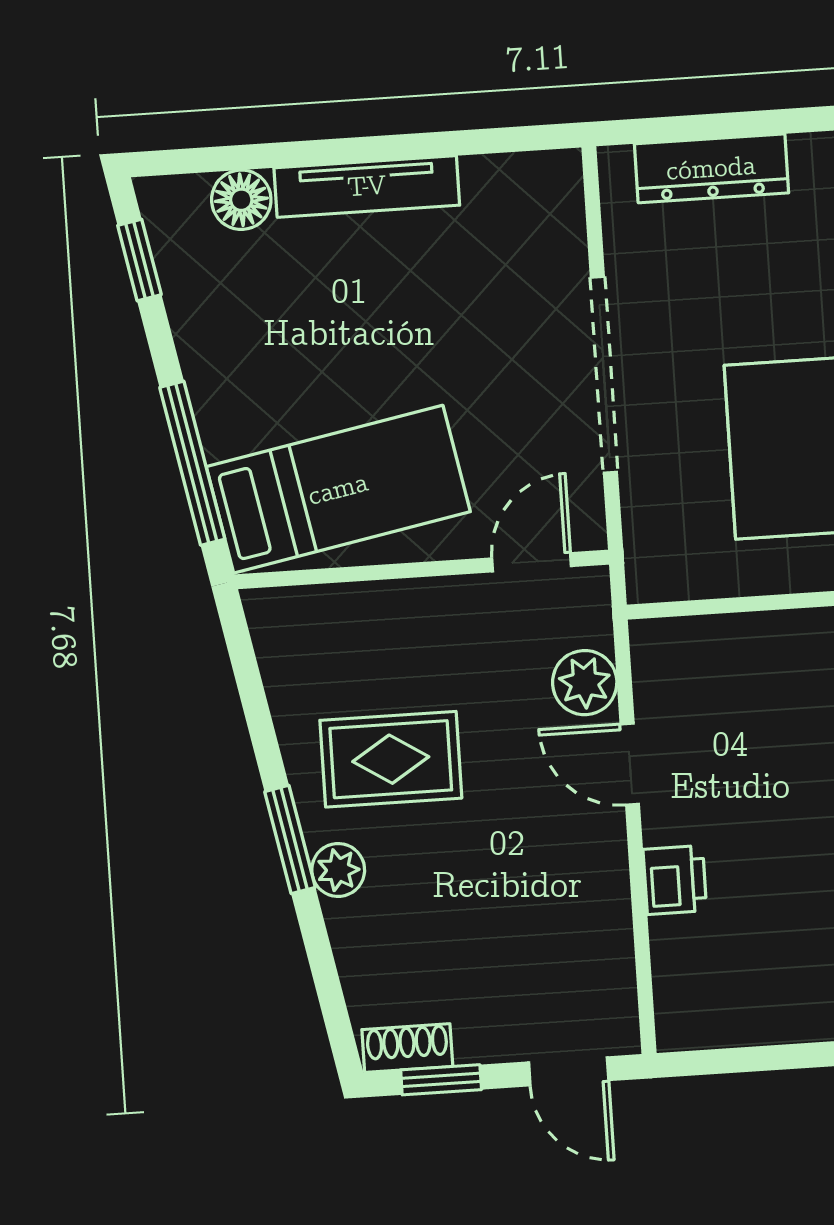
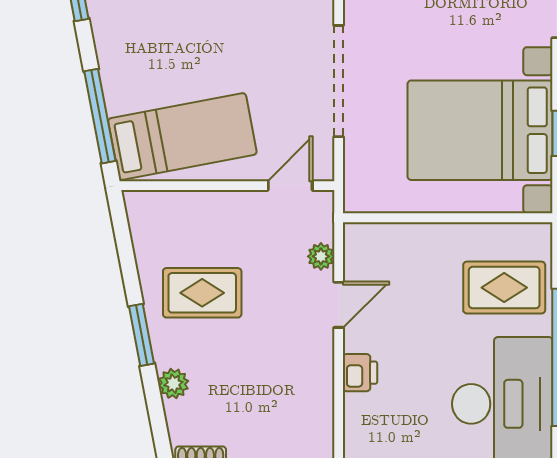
plant: (585, 683) -> (321, 256), width x0.73, depth x0.73
door: (630, 764) -> (339, 305), swing flipped
plant: (338, 870) -> (173, 384), moved

